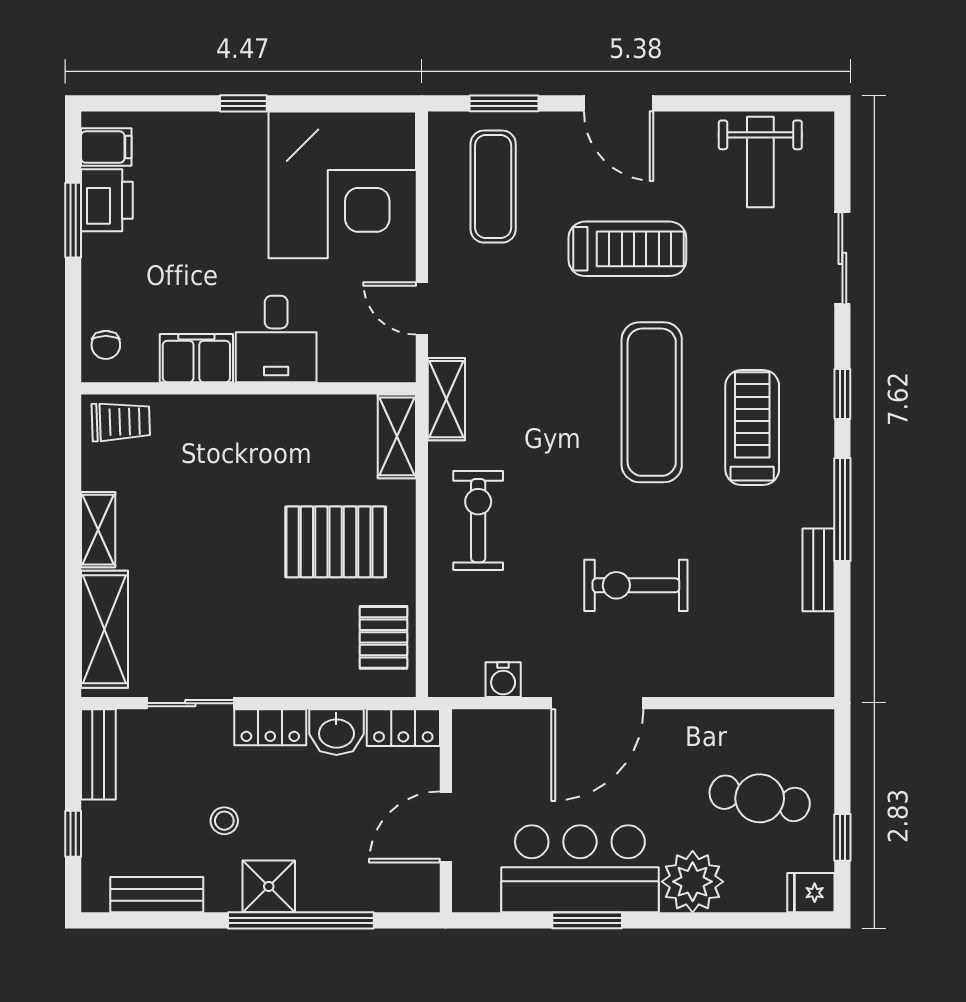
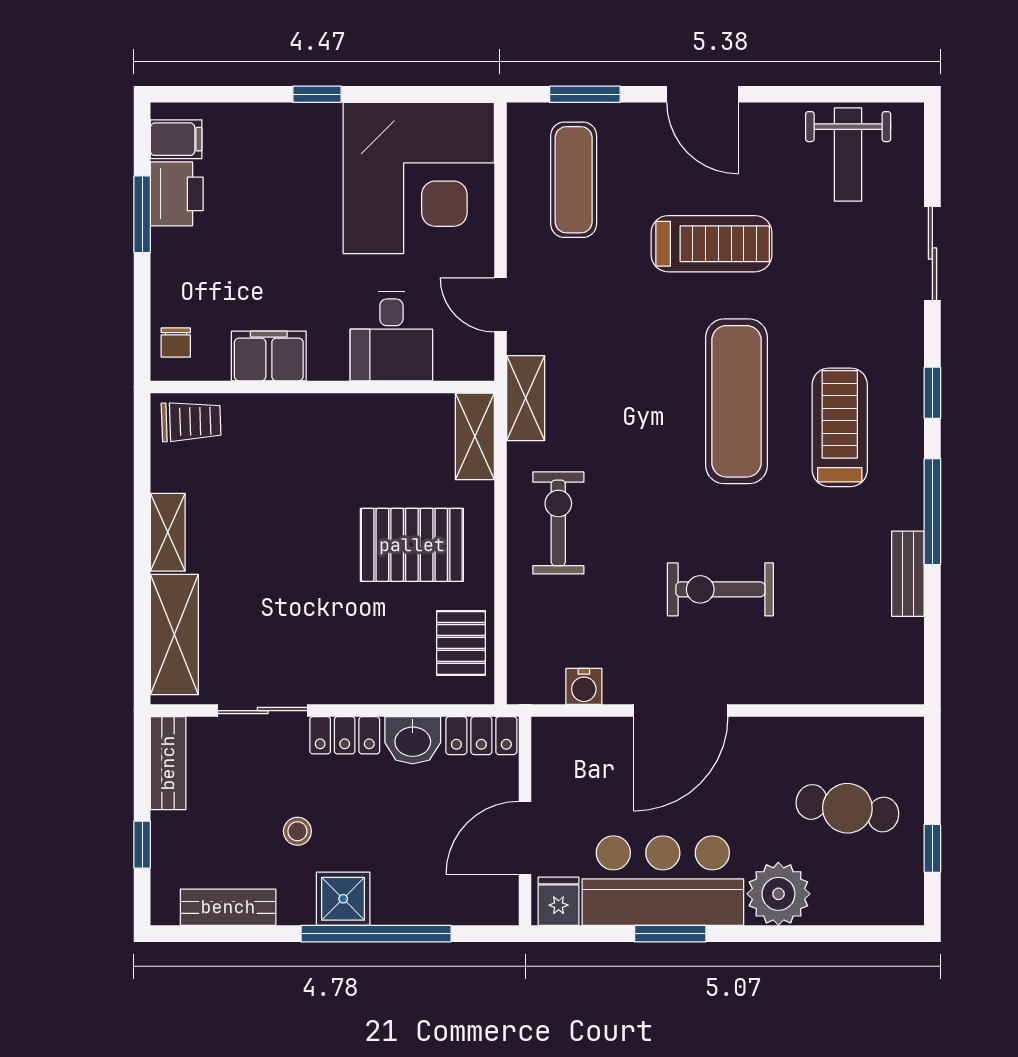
desk: (276, 339) -> (391, 336), moved
fridge: (811, 893) -> (559, 901), moved, turned 90

